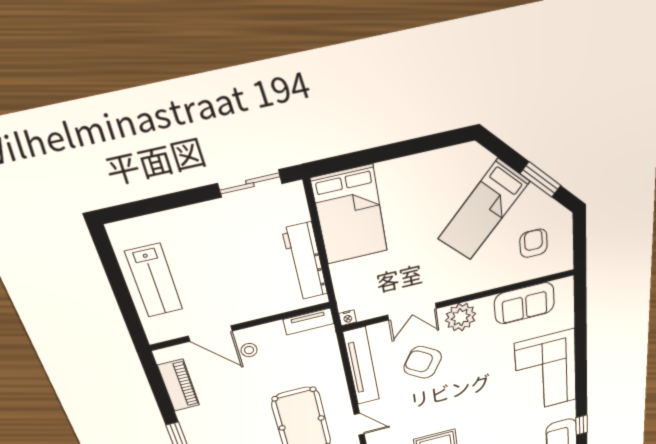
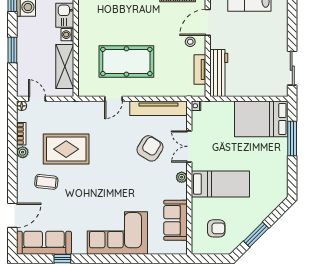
window: (374, 155) -> (292, 139), added
bed: (484, 210) -> (220, 184), moved, turned 135
workbench: (305, 262) -> (219, 73), moved, turned 90
plant: (461, 317) -> (182, 177), width x0.53, depth x0.53
tv unit: (309, 322) -> (200, 70), moved

